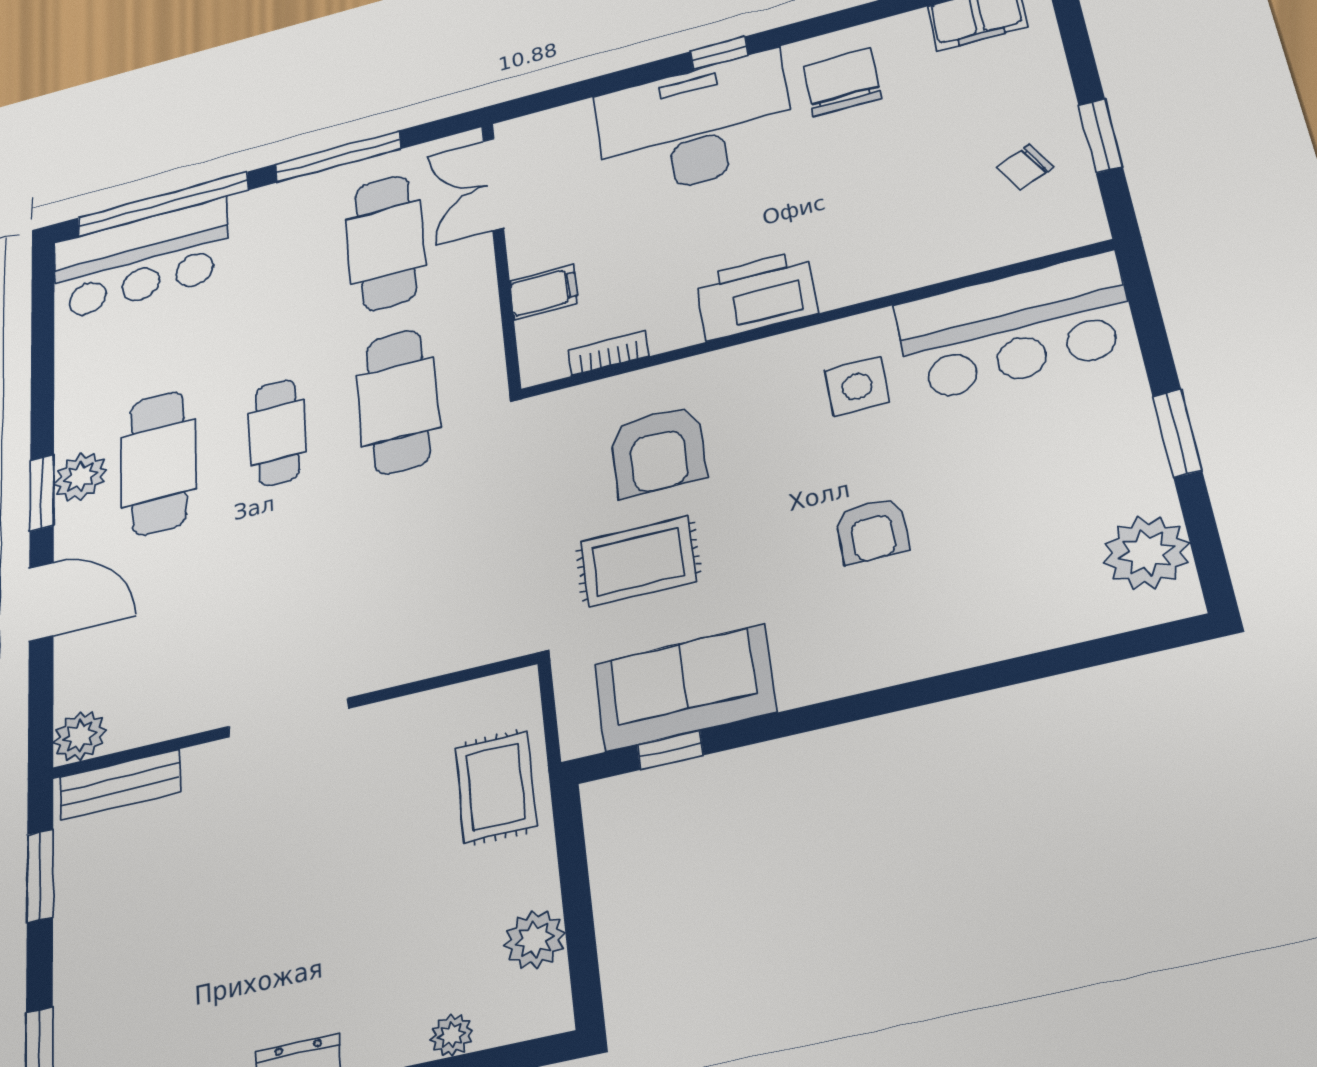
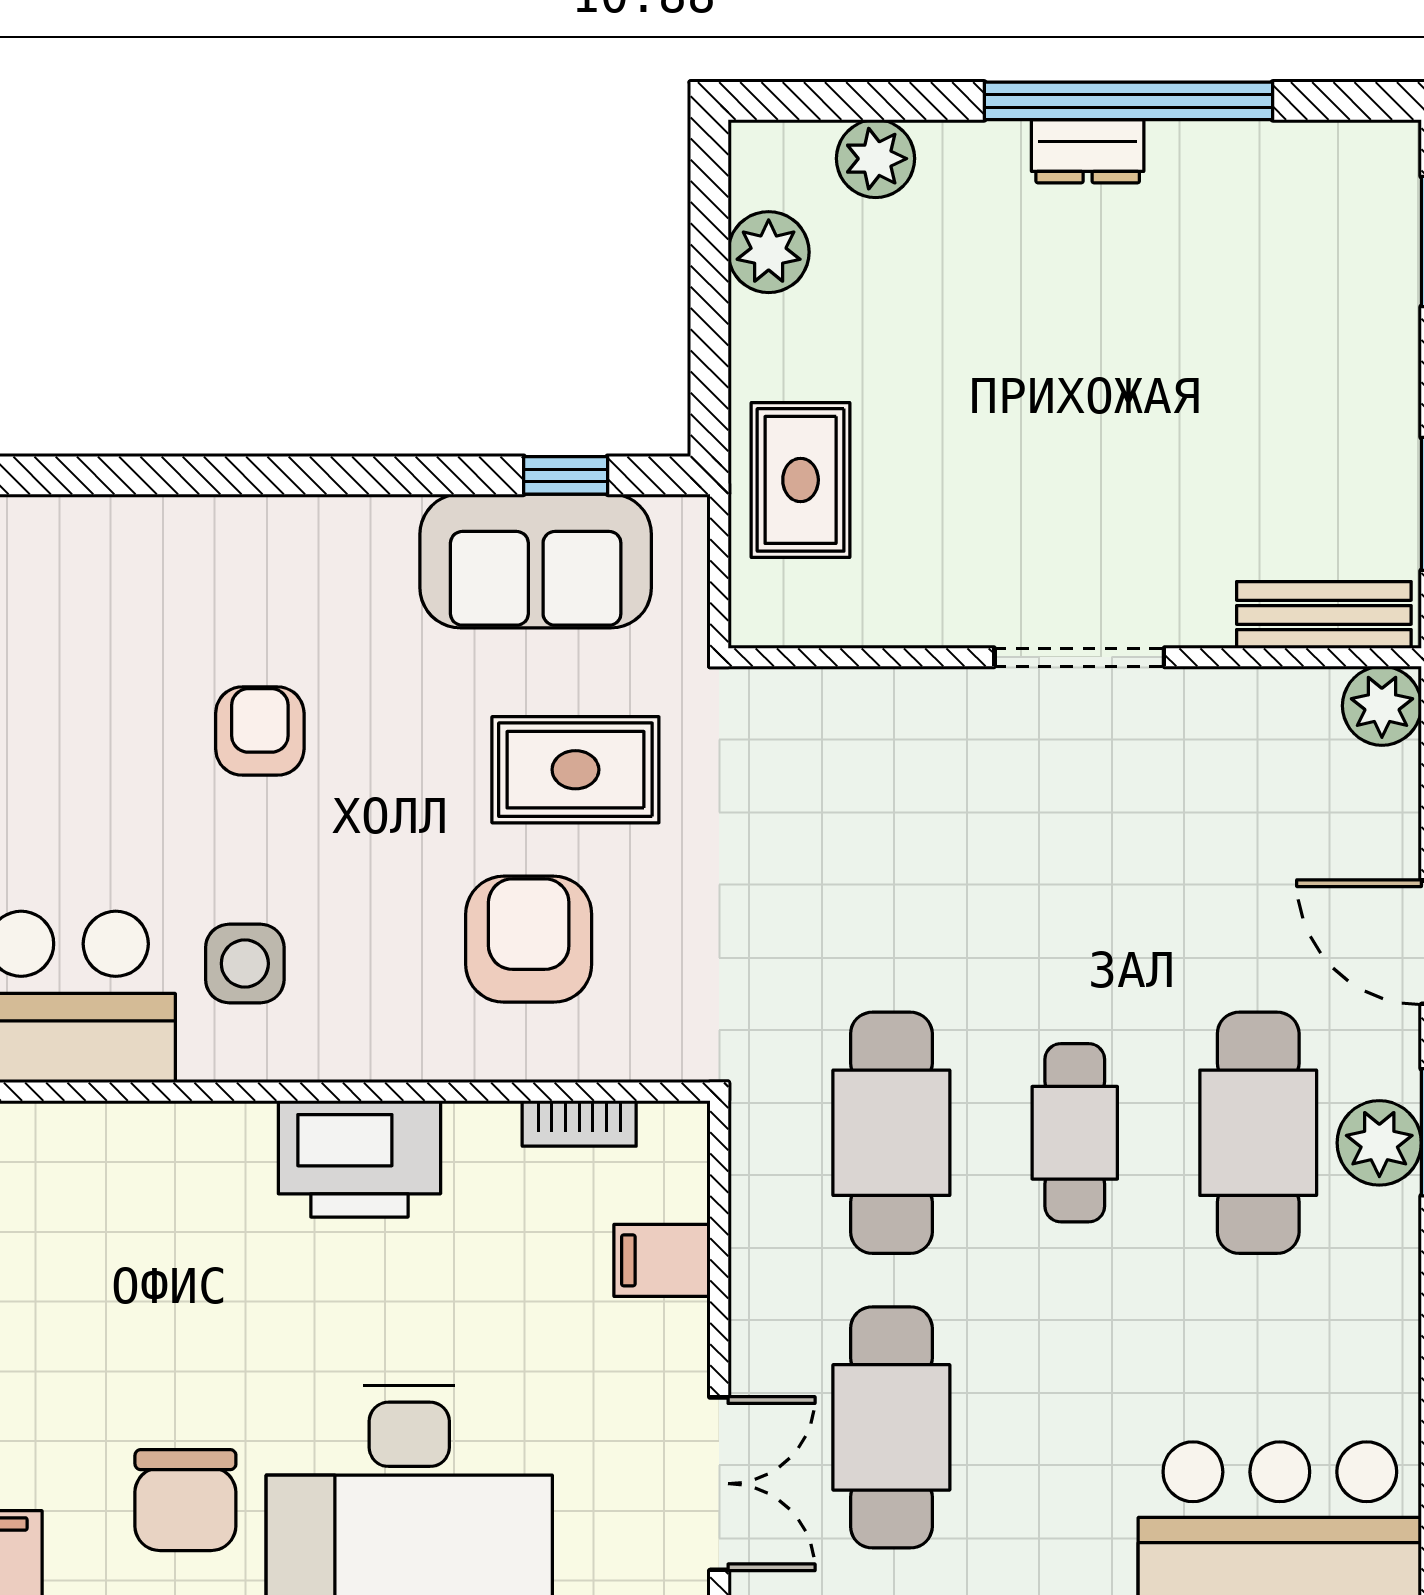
plant: (452, 1035) -> (876, 159), width x1.38, depth x1.38

